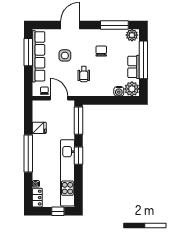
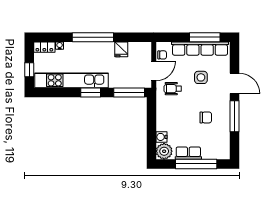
window: (114, 25) -> (234, 116), moved
plant: (132, 35) -> (223, 151), removed
wheelchair: (84, 74) -> (173, 89), moved

